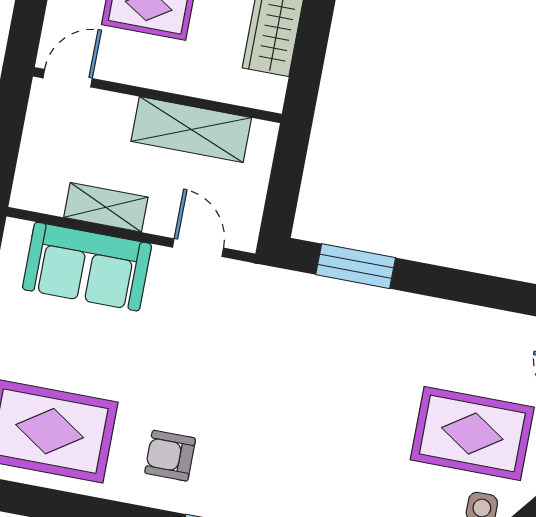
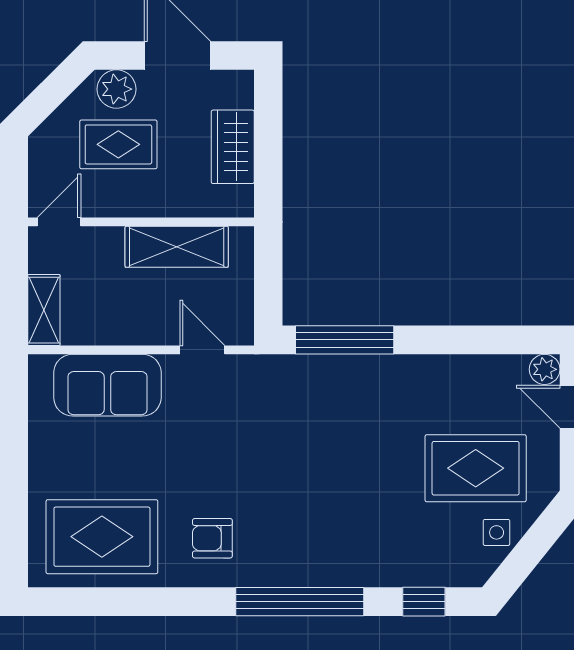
shelving: (106, 207) -> (44, 310), moved, turned 90
window: (356, 266) -> (345, 340), width x1.44

